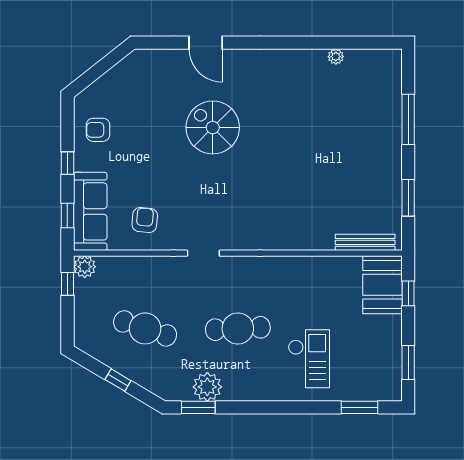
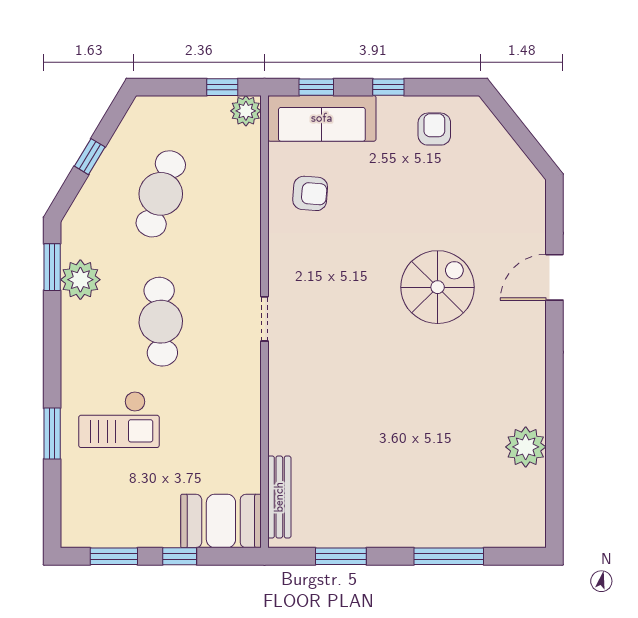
plant: (336, 57) -> (526, 447), width x1.87, depth x1.87
doorway: (203, 253) -> (264, 319), moved
window: (408, 293) -> (180, 556), moved
window: (359, 407) -> (52, 434), moved

